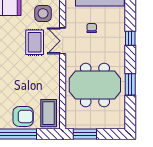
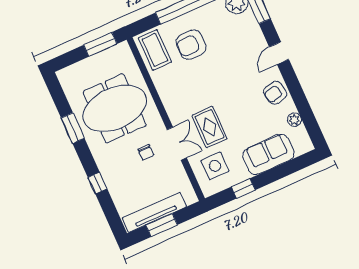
chair: (92, 28) -> (146, 152), moved
armchair: (23, 116) -> (191, 45), moved

